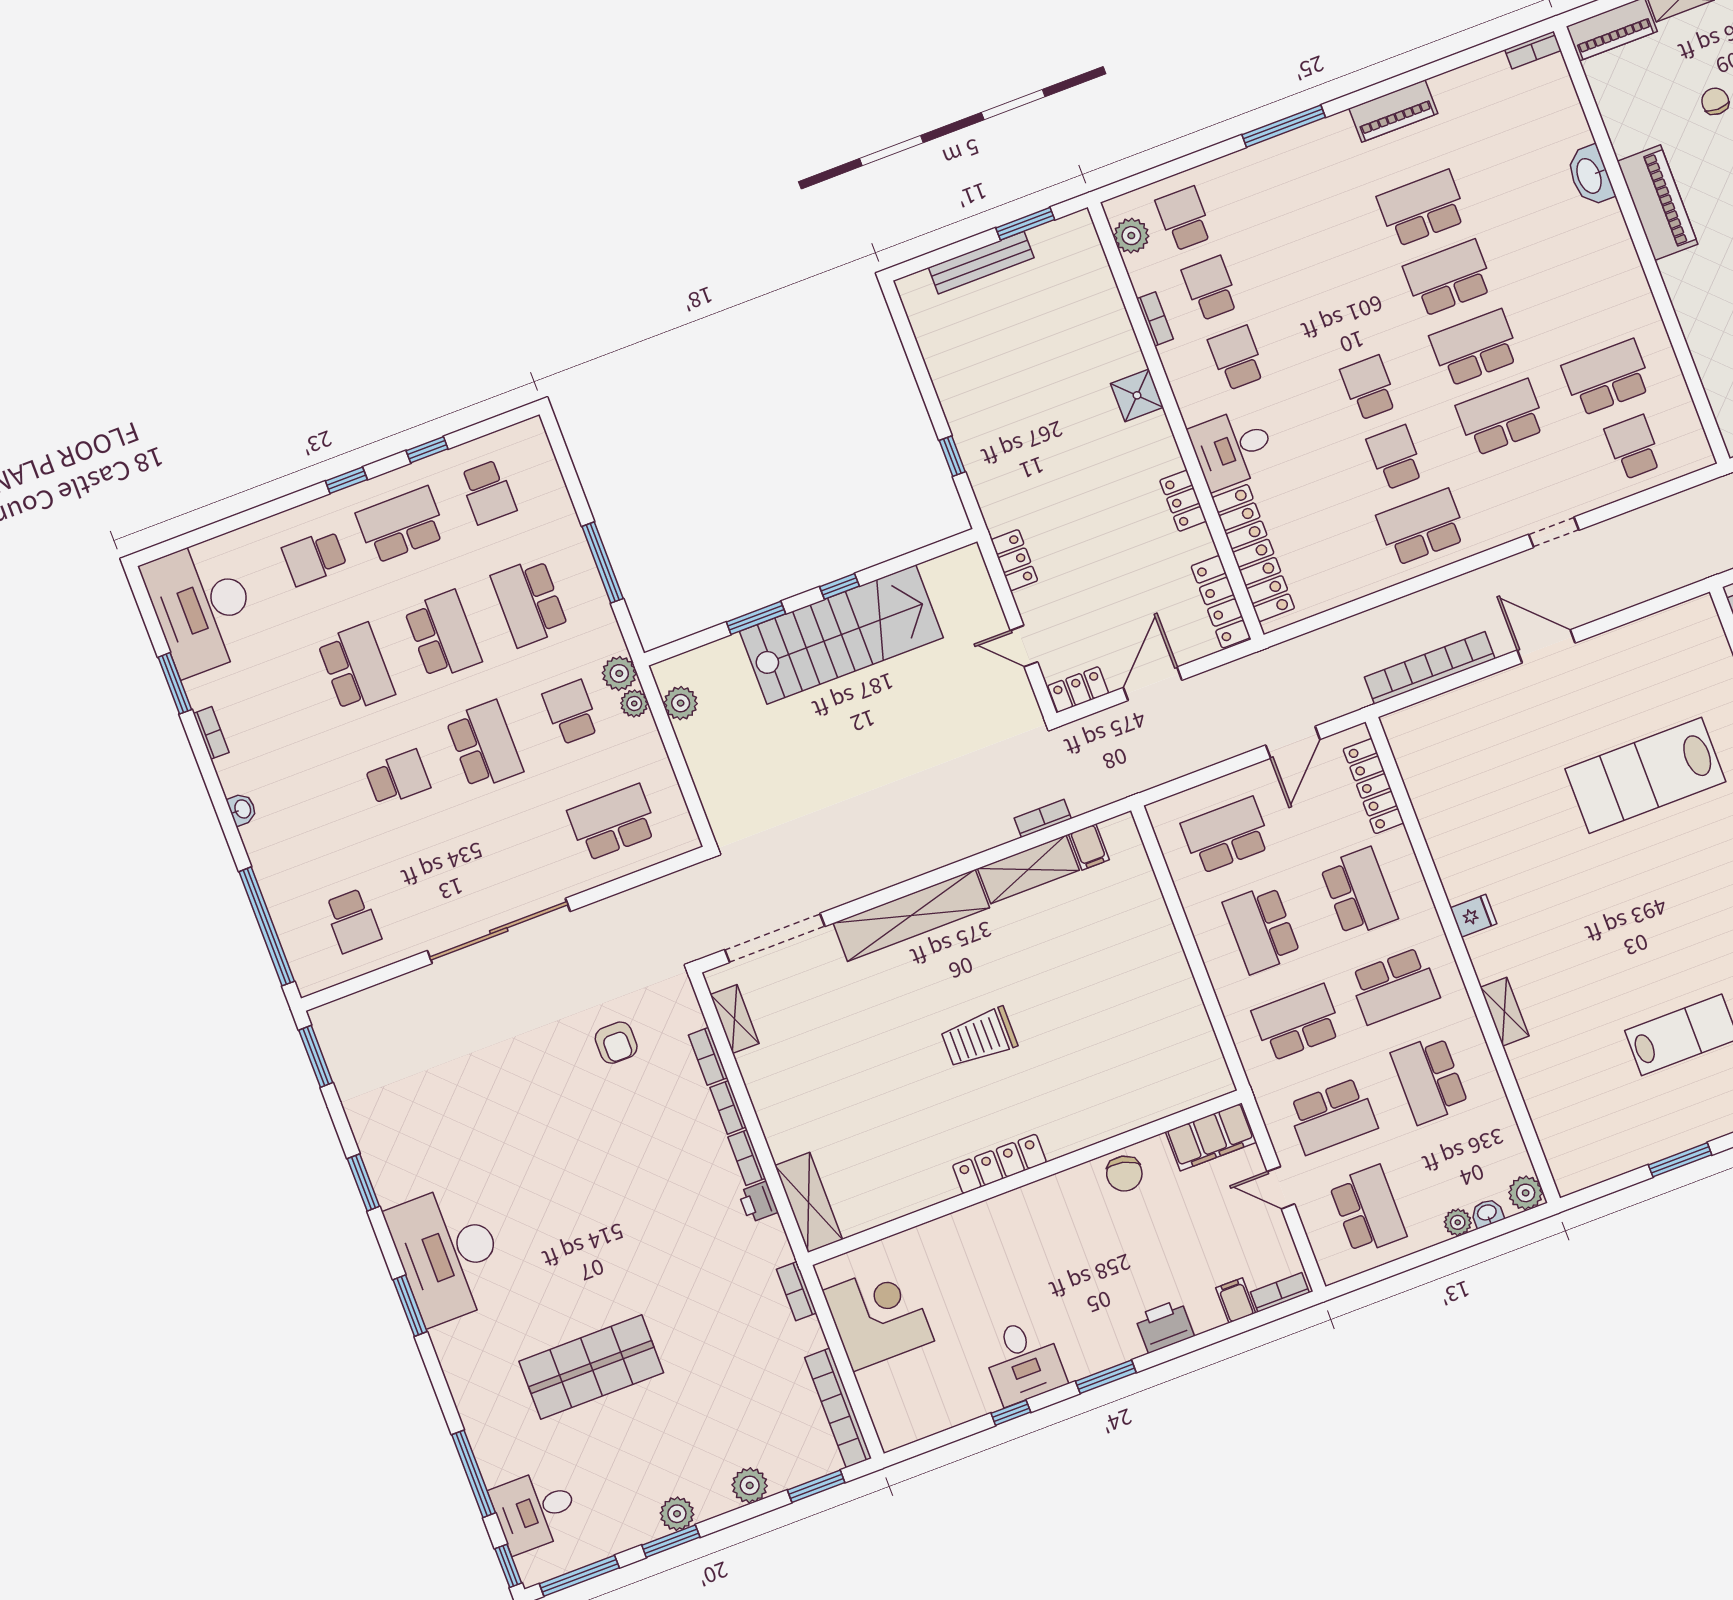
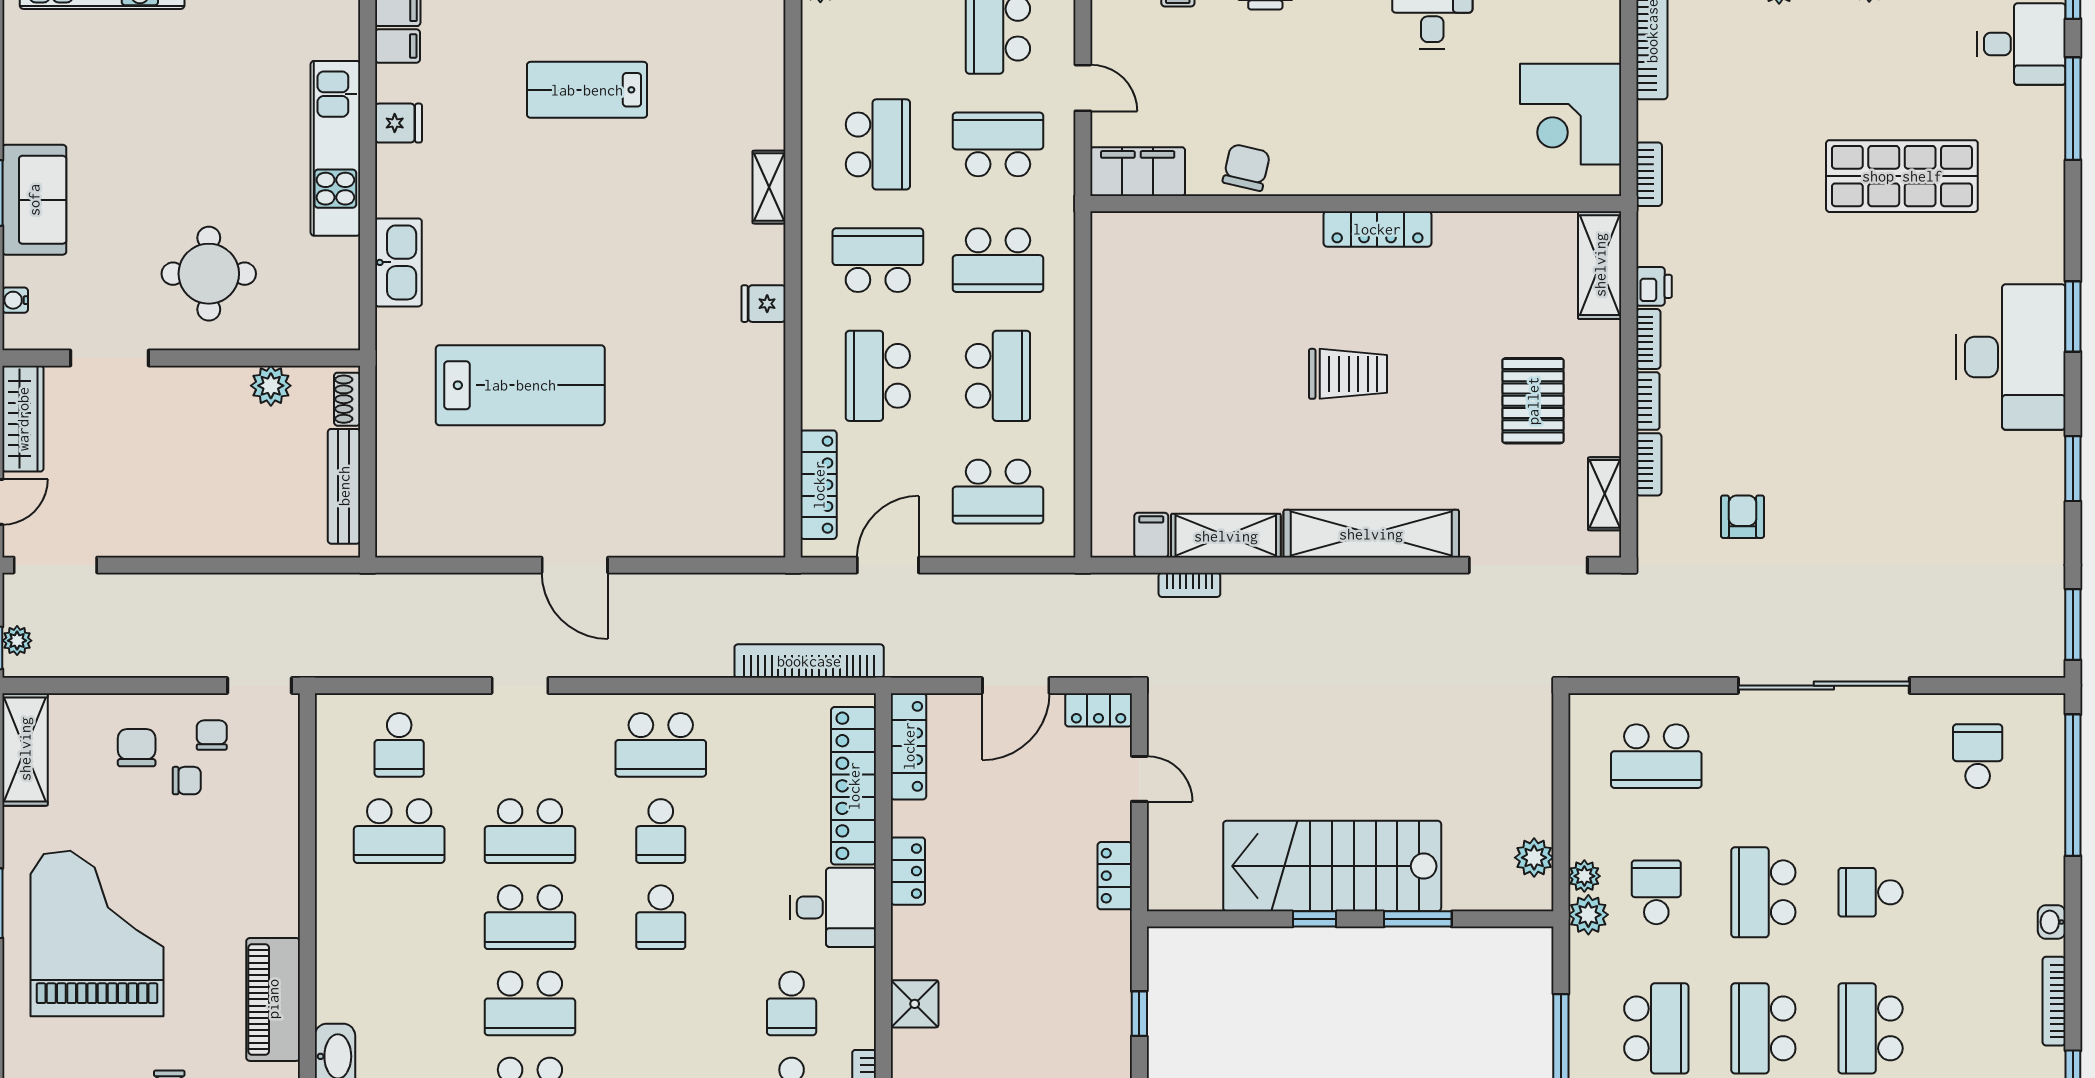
bookcase: (1430, 668) -> (809, 661), moved, turned 180
school desk: (571, 712) -> (1656, 892), turned 180
bookcase: (211, 733) -> (2054, 1001), width x1.56
pallet: (821, 1072) -> (1533, 401), added

